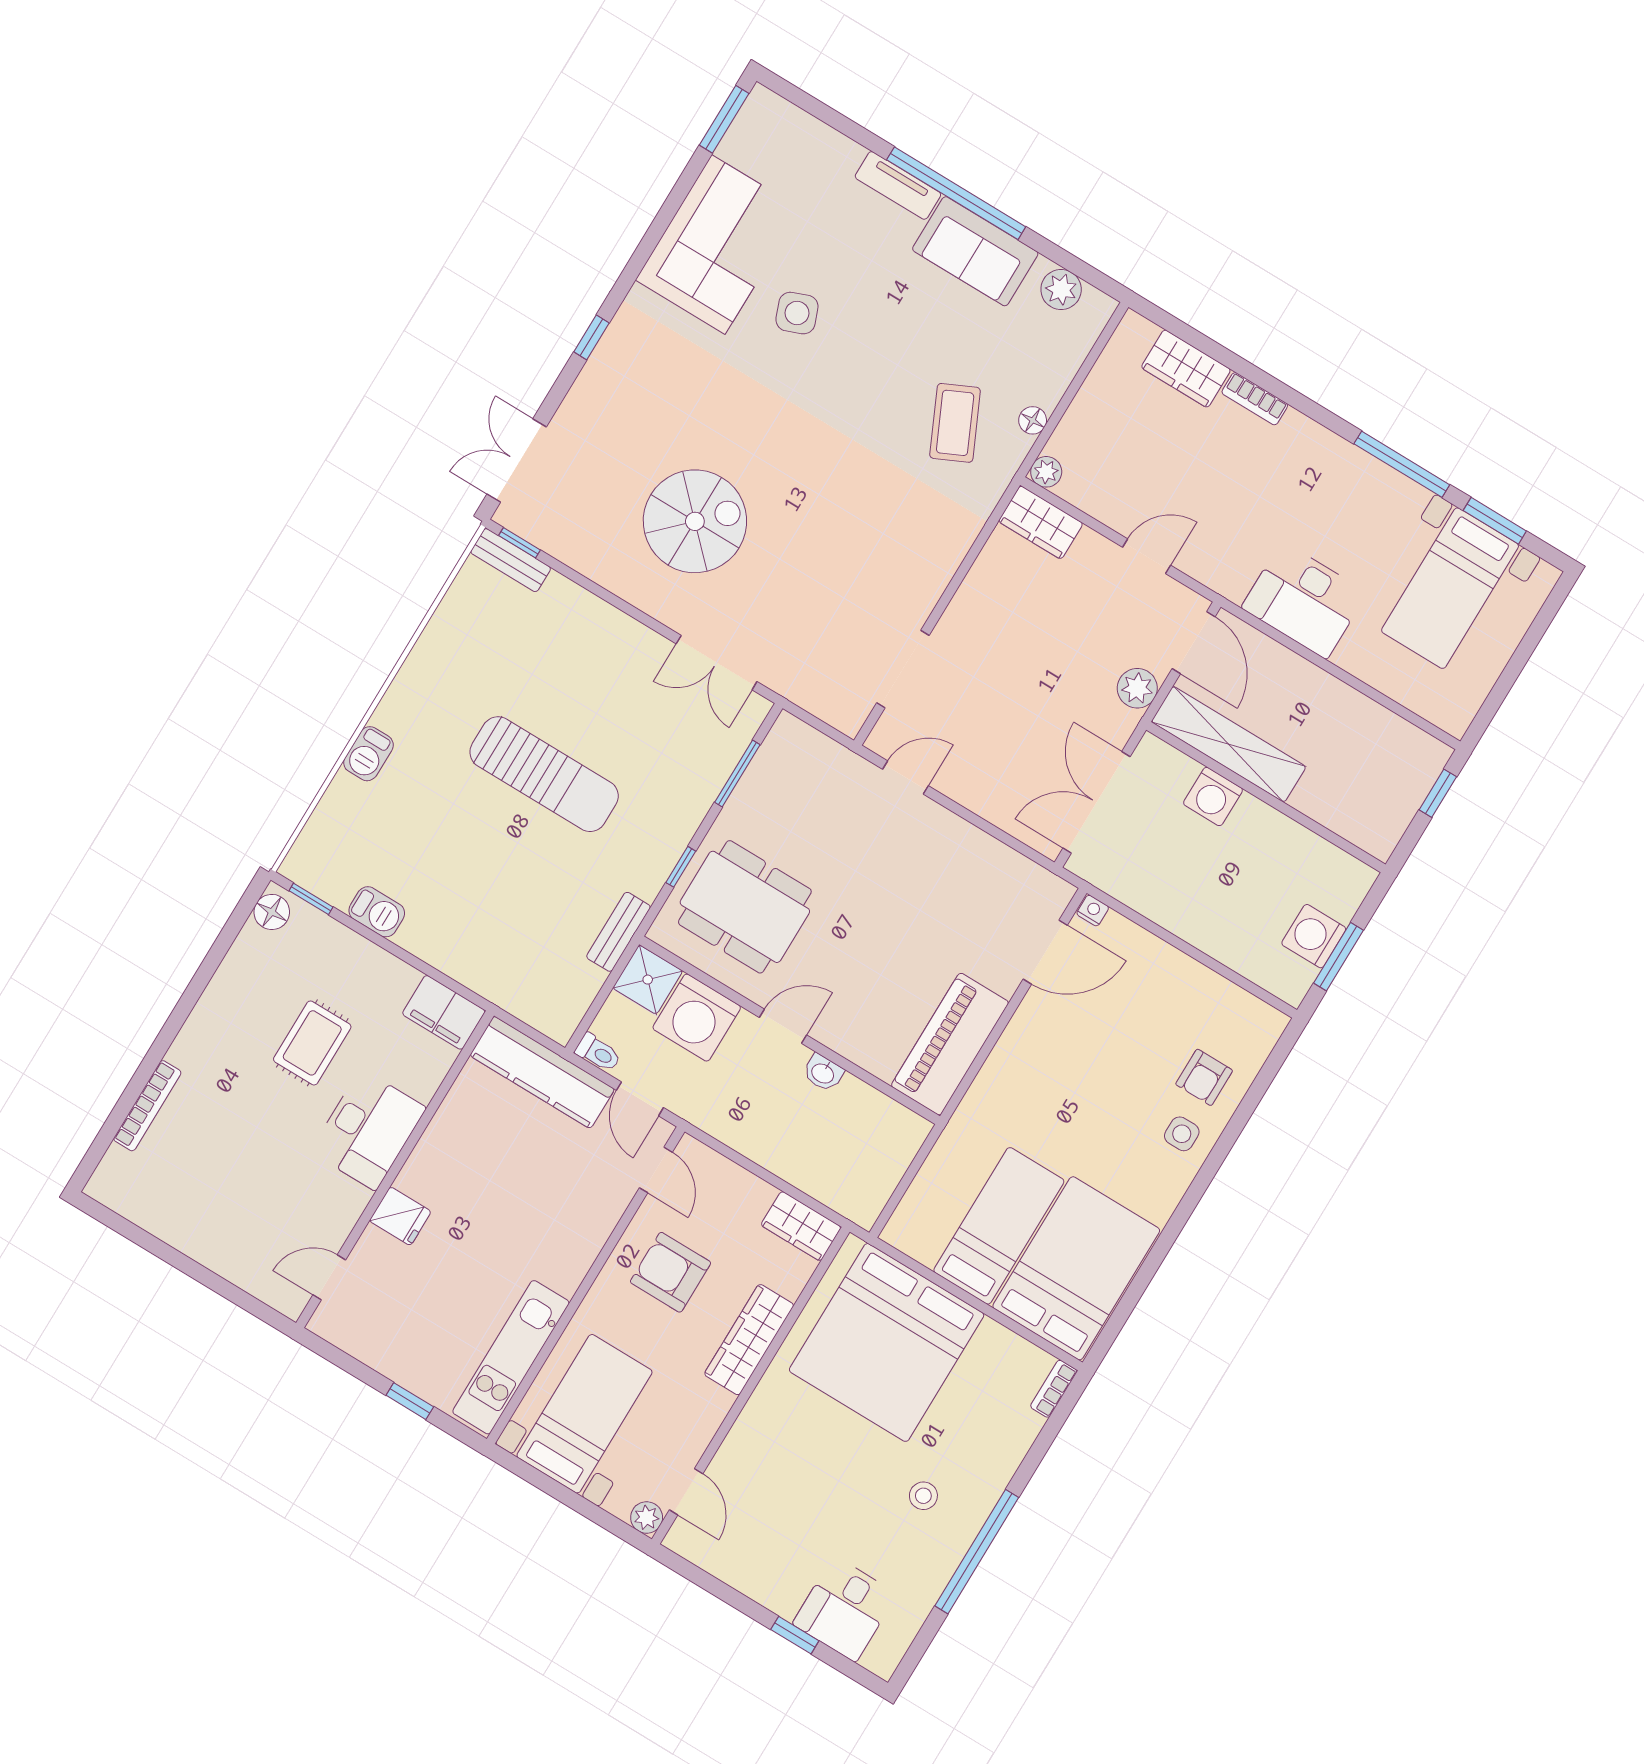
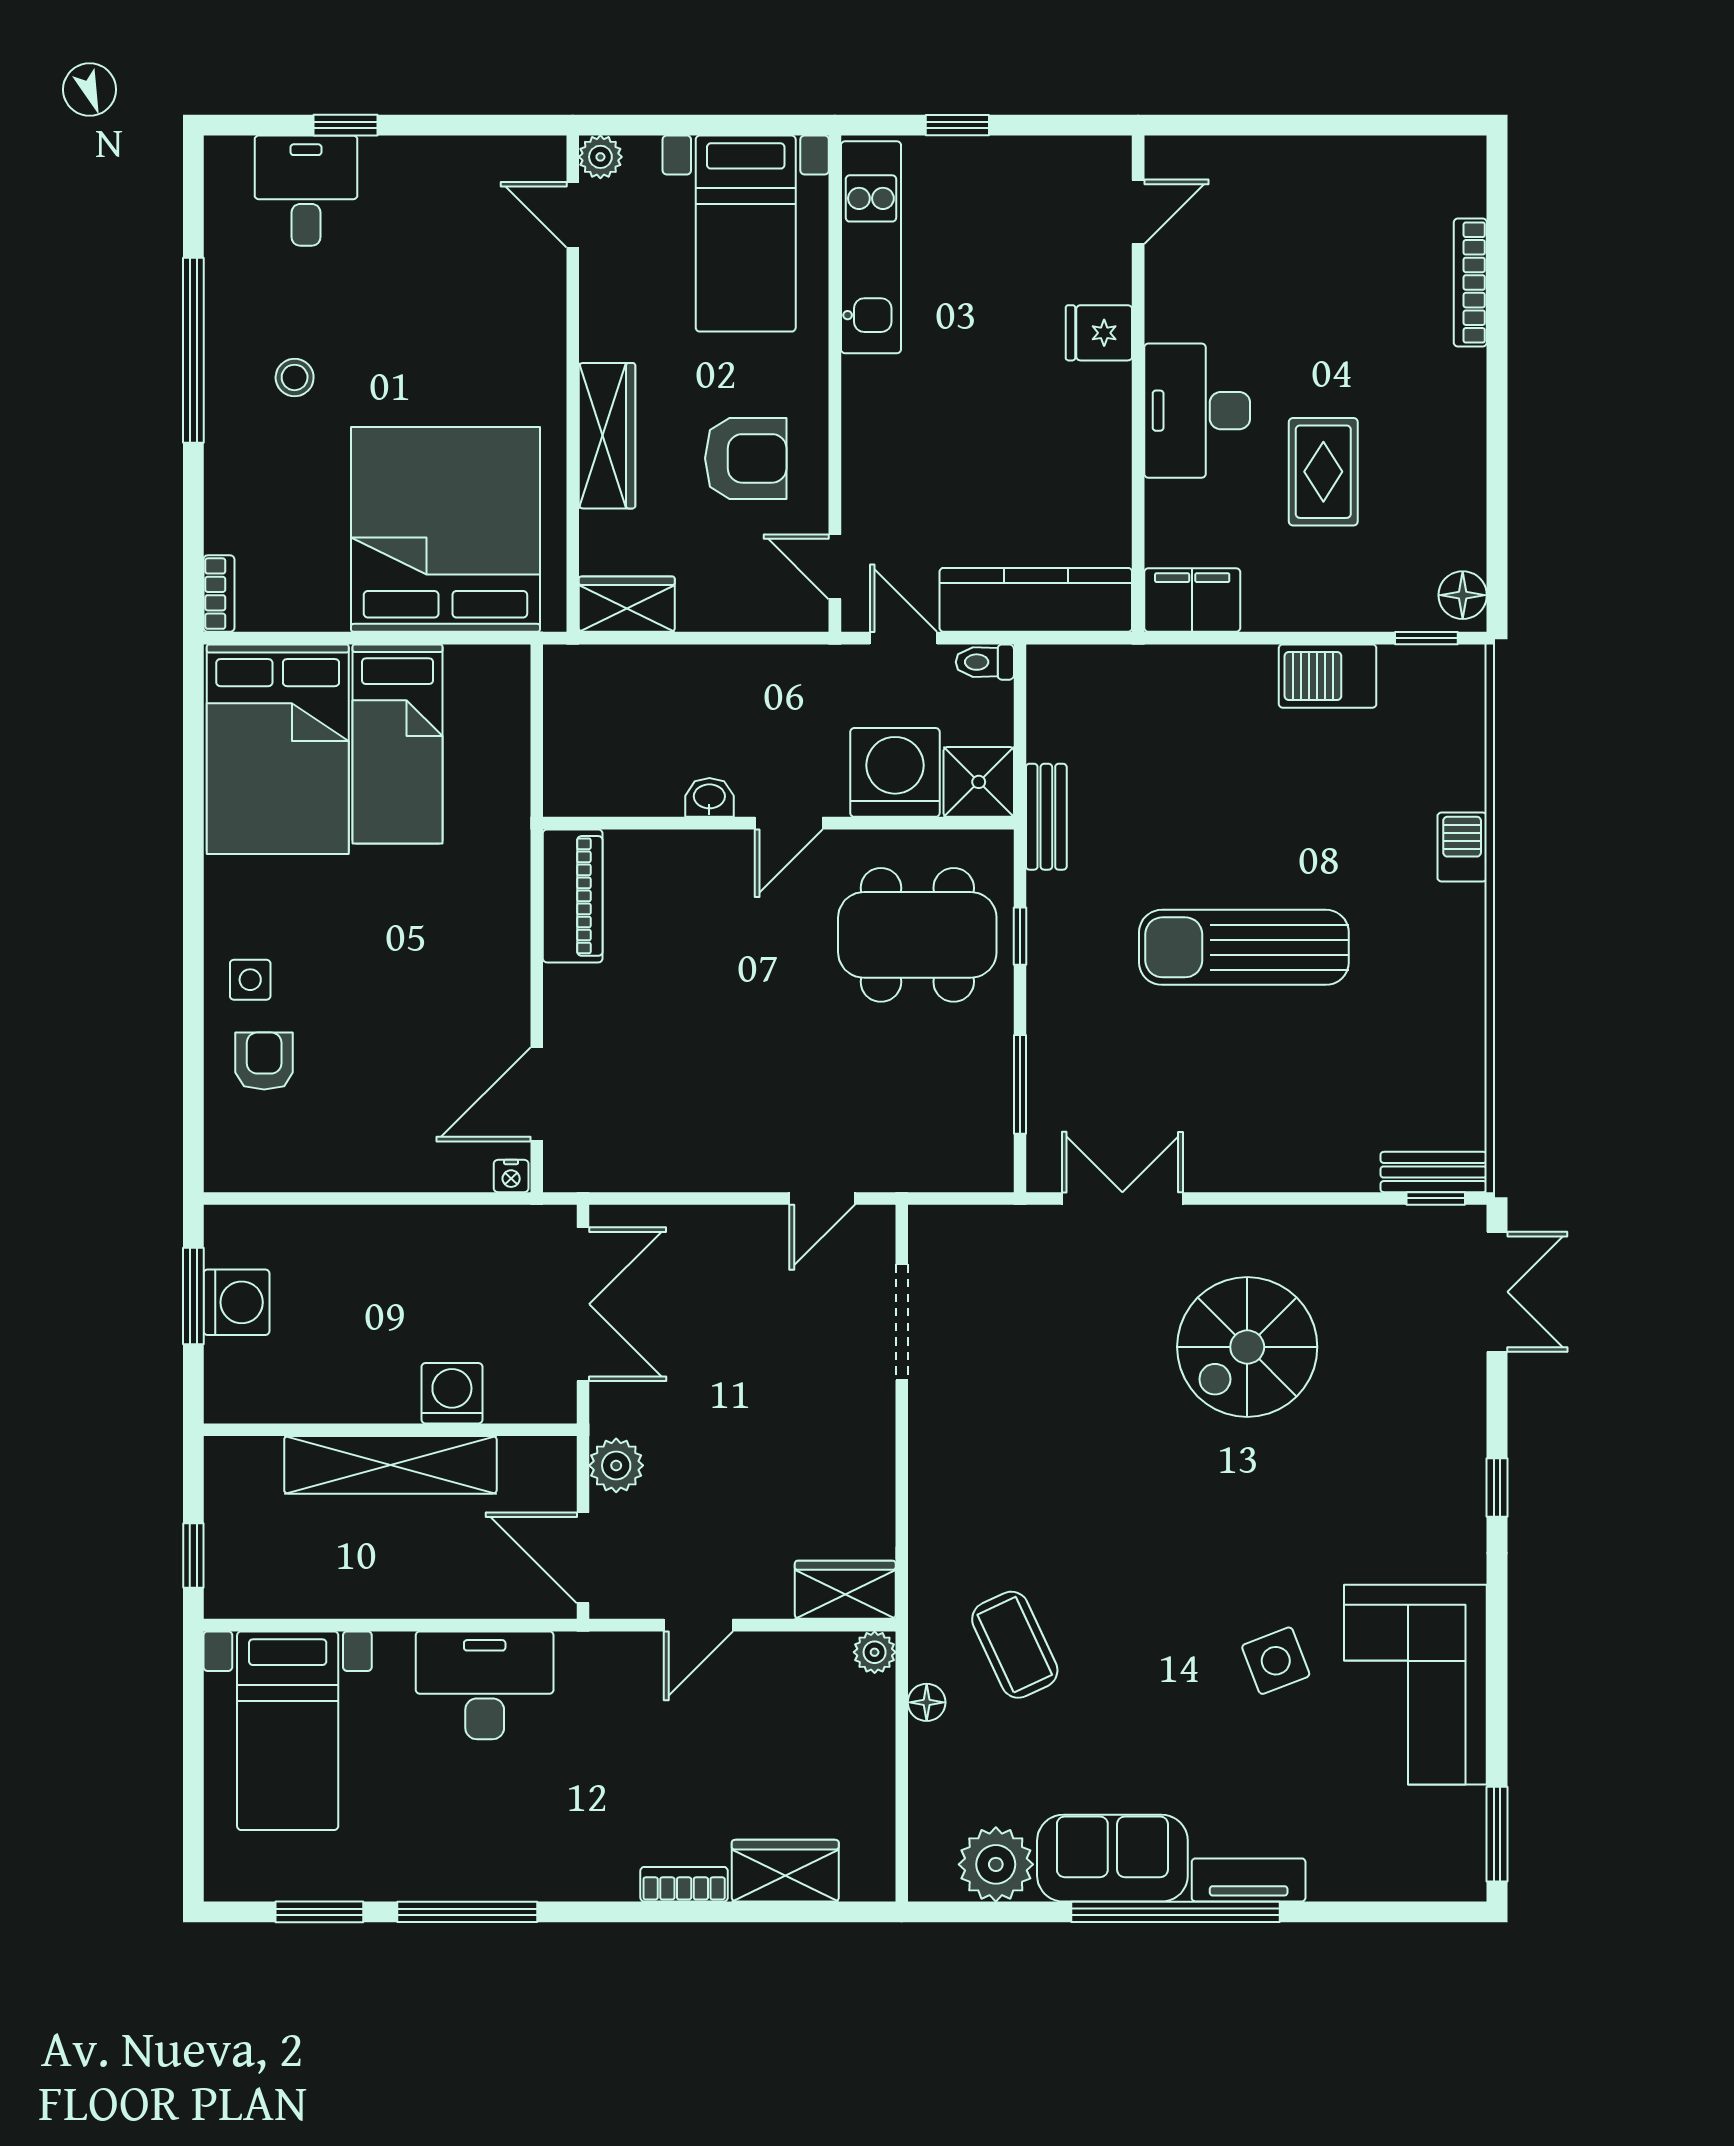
plant: (1061, 290) -> (996, 1864), width x1.36, depth x1.36
bed with nightstands: (1450, 588) -> (288, 1731), moved, turned 180
shelving: (1229, 744) -> (390, 1465), moved
barbecue: (377, 912) -> (1328, 676), width x1.38, depth x1.27
piano: (950, 1044) -> (573, 896), width x0.73, depth x0.75

